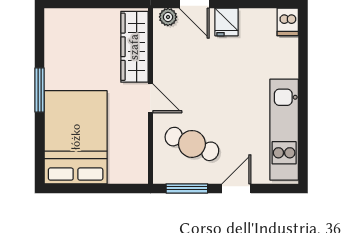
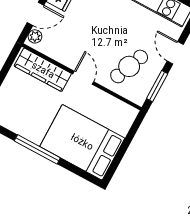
window: (40, 90) -> (37, 149), width x1.44
door: (150, 98) -> (83, 78), hinge flipped

